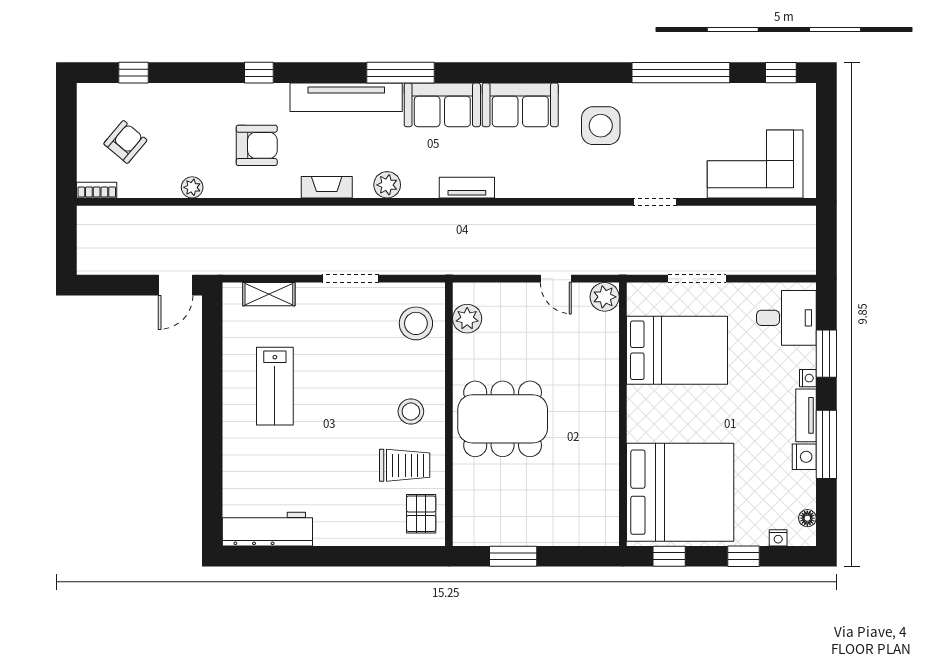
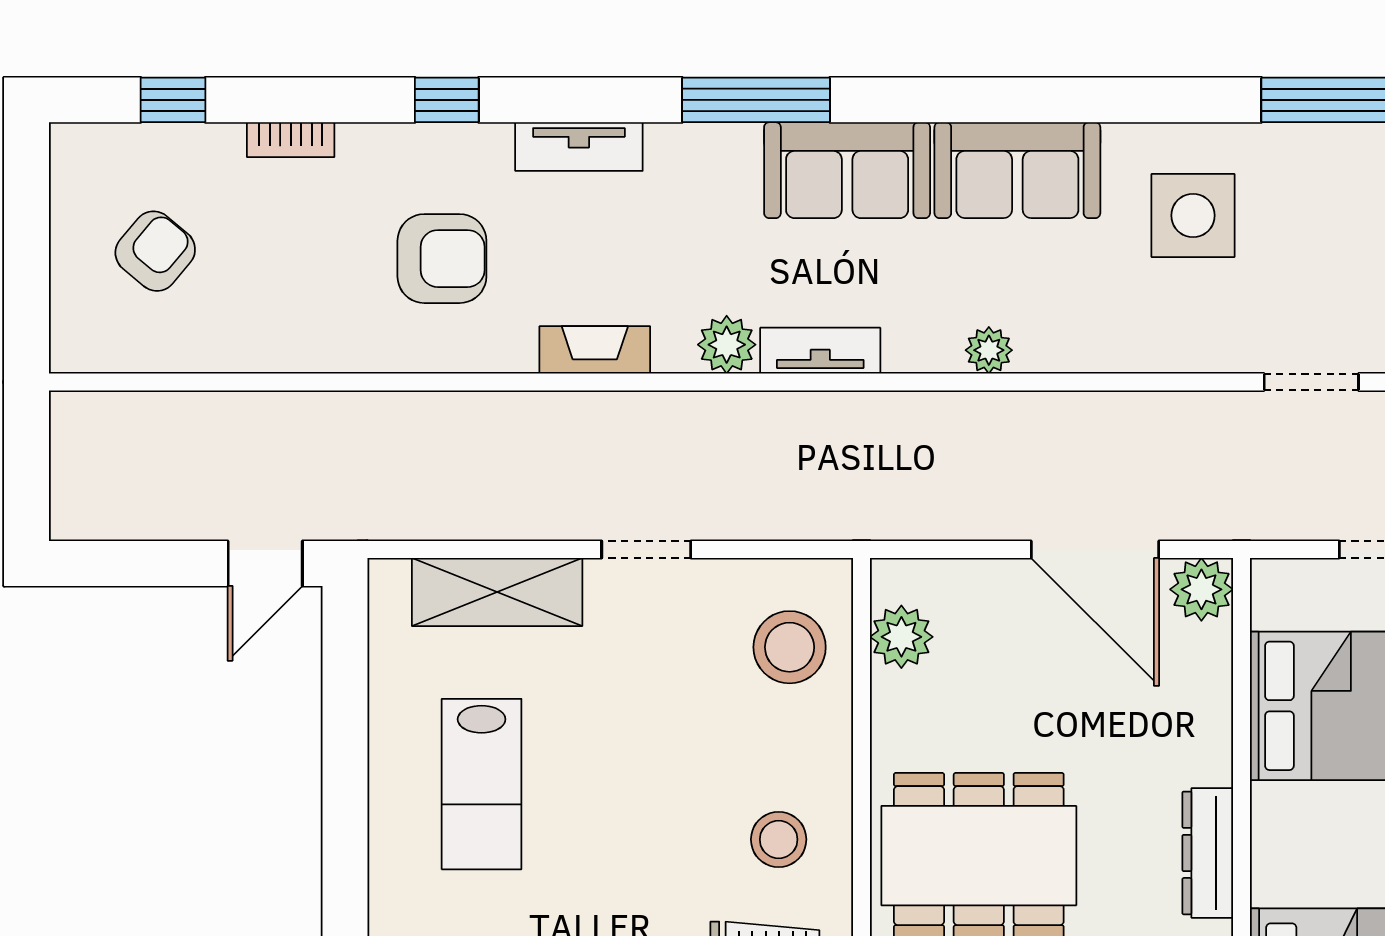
tv unit: (346, 97) -> (579, 147), width x0.52, depth x0.78
plant: (192, 187) -> (989, 350), moved
tv unit: (467, 188) -> (820, 351), moved
bookcase: (97, 190) -> (291, 140), moved, turned 180
doorway: (350, 279) -> (646, 550), width x0.73
door: (556, 279) -> (1095, 550), width x1.87
shelving: (269, 294) -> (497, 592), width x1.50, depth x1.33
dresser: (607, 418) -> (1208, 853), added

